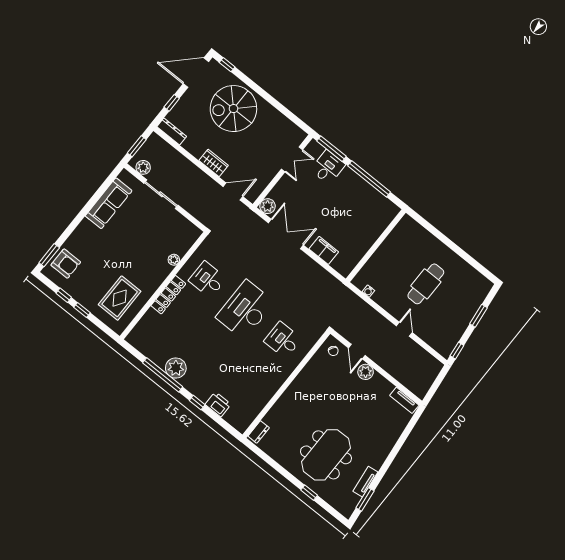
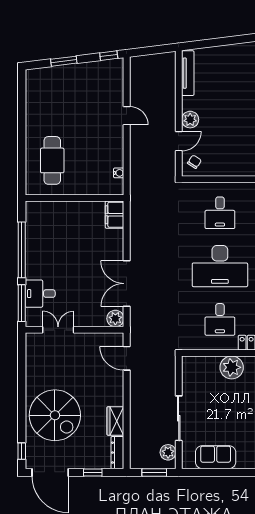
wardrobe: (214, 163) -> (115, 421), moved
sofa: (109, 203) -> (216, 457), width x0.73
filing cabinet: (324, 250) -> (115, 215), moved
plant: (174, 260) -> (232, 367), width x1.87, depth x1.87
cafe table: (426, 284) -> (52, 160), moved, turned 90
door: (404, 329) -> (127, 116), swing flipped
tv unit: (404, 400) -> (188, 73), width x1.41

